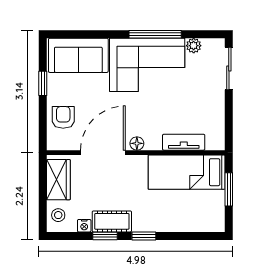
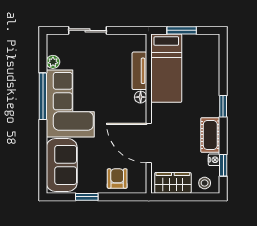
sliding door: (229, 69) -> (87, 30), moved
armchair: (63, 117) -> (117, 179), turned 90
floor lamp: (137, 143) -> (141, 97), moved
window: (105, 236) -> (223, 165), moved

